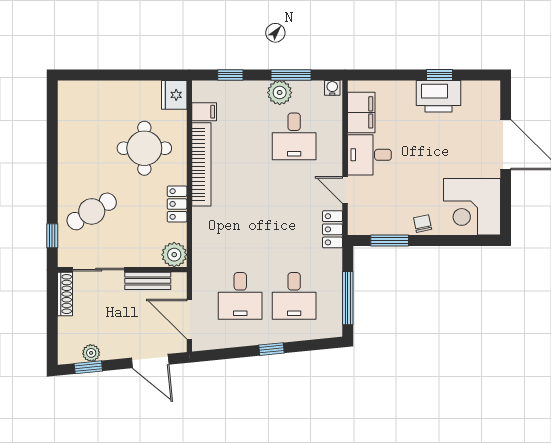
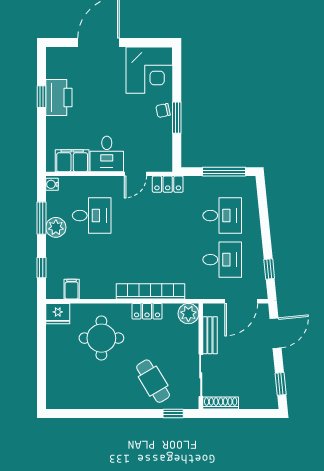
bookcase: (201, 164) -> (151, 291), moved
window: (390, 240) -> (177, 118), moved
window: (272, 349) -> (269, 269), moved
plant: (91, 353) -> (269, 382), removed

